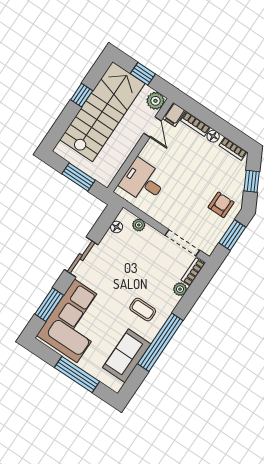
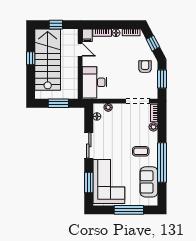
plant: (155, 101) -> (72, 35), removed
desk: (143, 181) -> (95, 82), width x1.37

